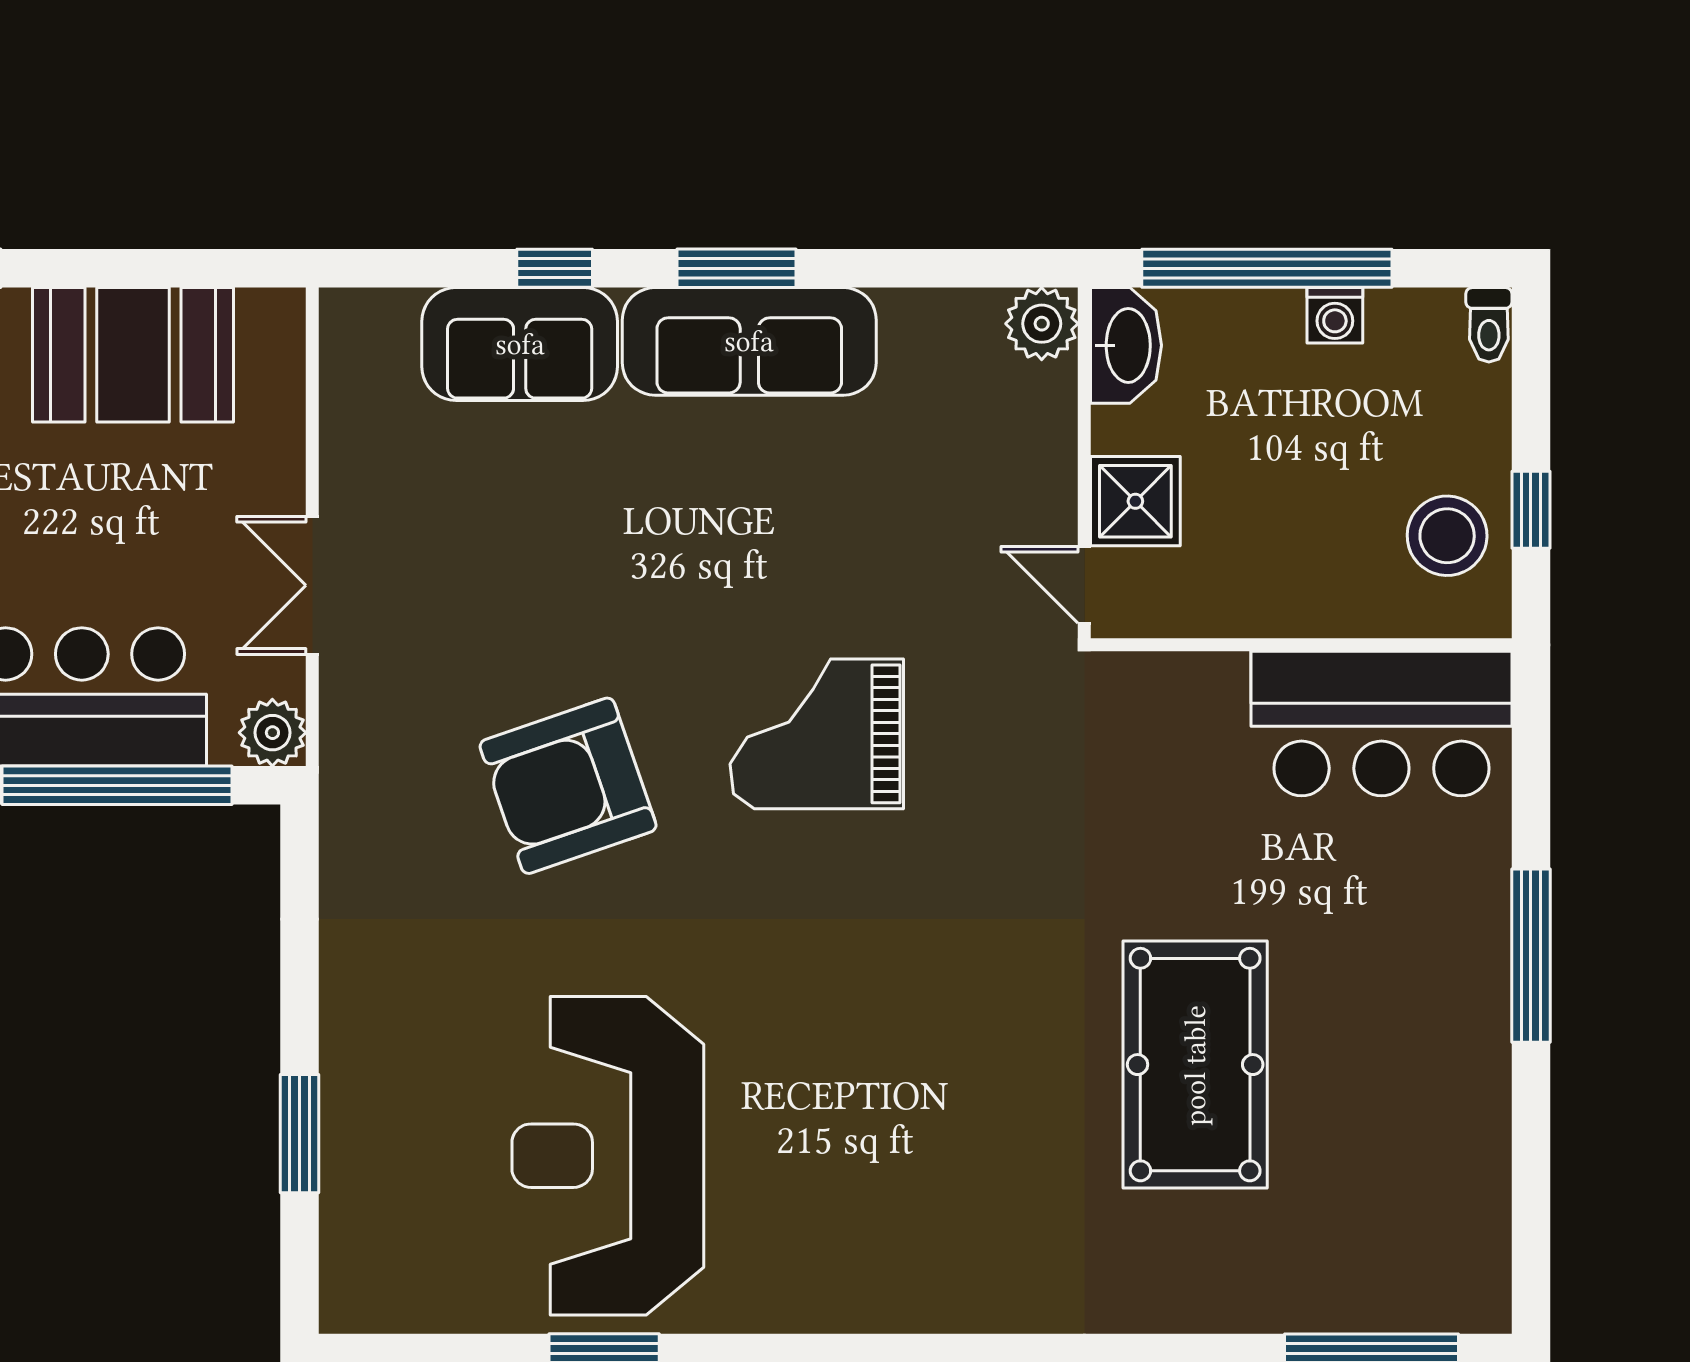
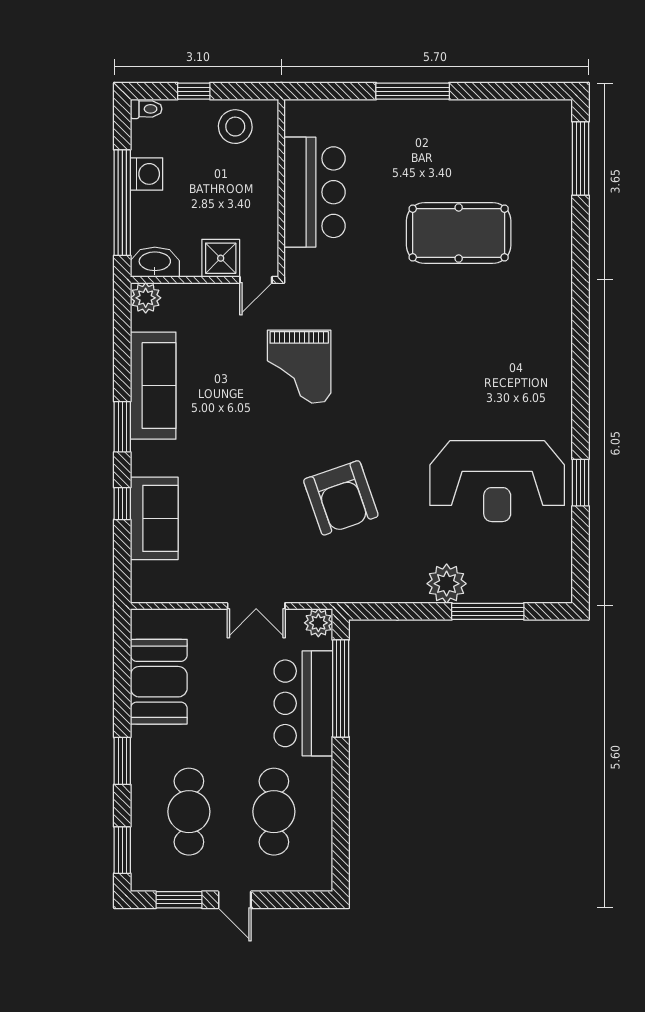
washing machine: (1335, 315) -> (147, 174), width x1.38, depth x1.38
sofa: (749, 341) -> (153, 386), moved
window: (1531, 510) -> (194, 91), moved
bar counter: (1381, 724) -> (315, 192), moved
grand piano: (817, 734) -> (299, 367), moved
plant: (365, 1036) -> (447, 584), added
window: (300, 1134) -> (488, 611), width x1.44

